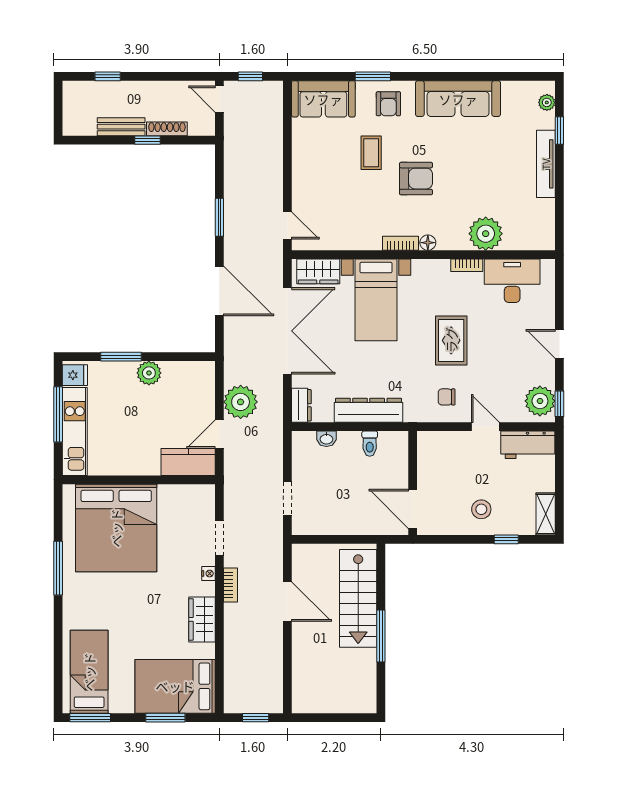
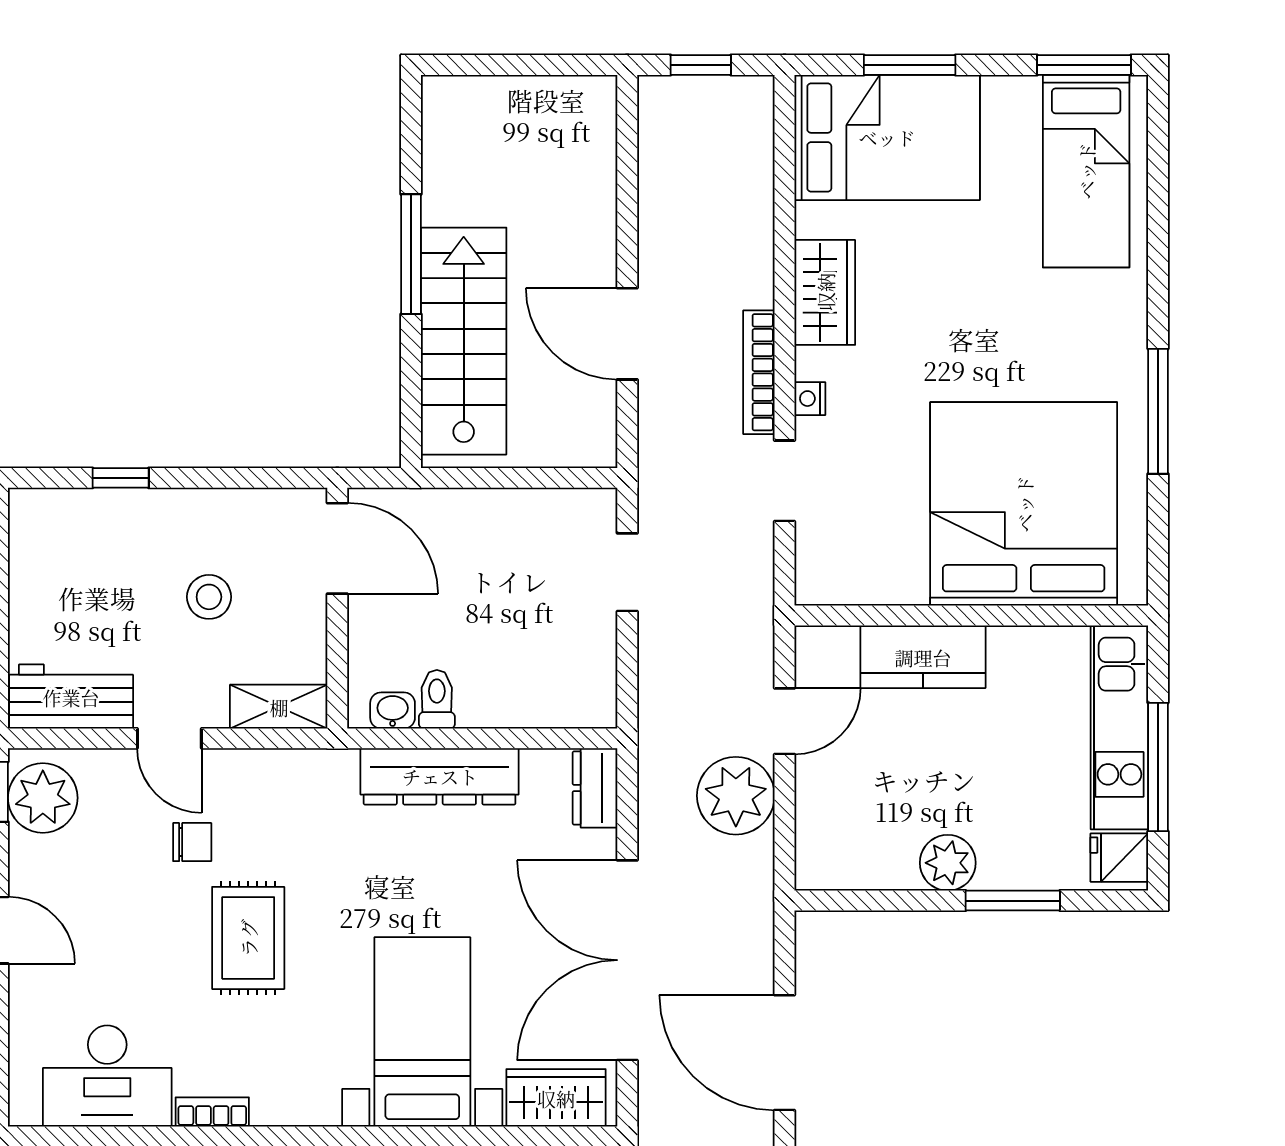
chair: (447, 397) -> (192, 842), moved
washbasin: (326, 439) -> (393, 710), moved
kitchen counter: (188, 462) -> (923, 657), moved
stool: (481, 509) -> (209, 597), moved
shelving: (546, 514) -> (279, 707), moved, turned 90
bookcase: (231, 585) -> (759, 372), width x1.56

